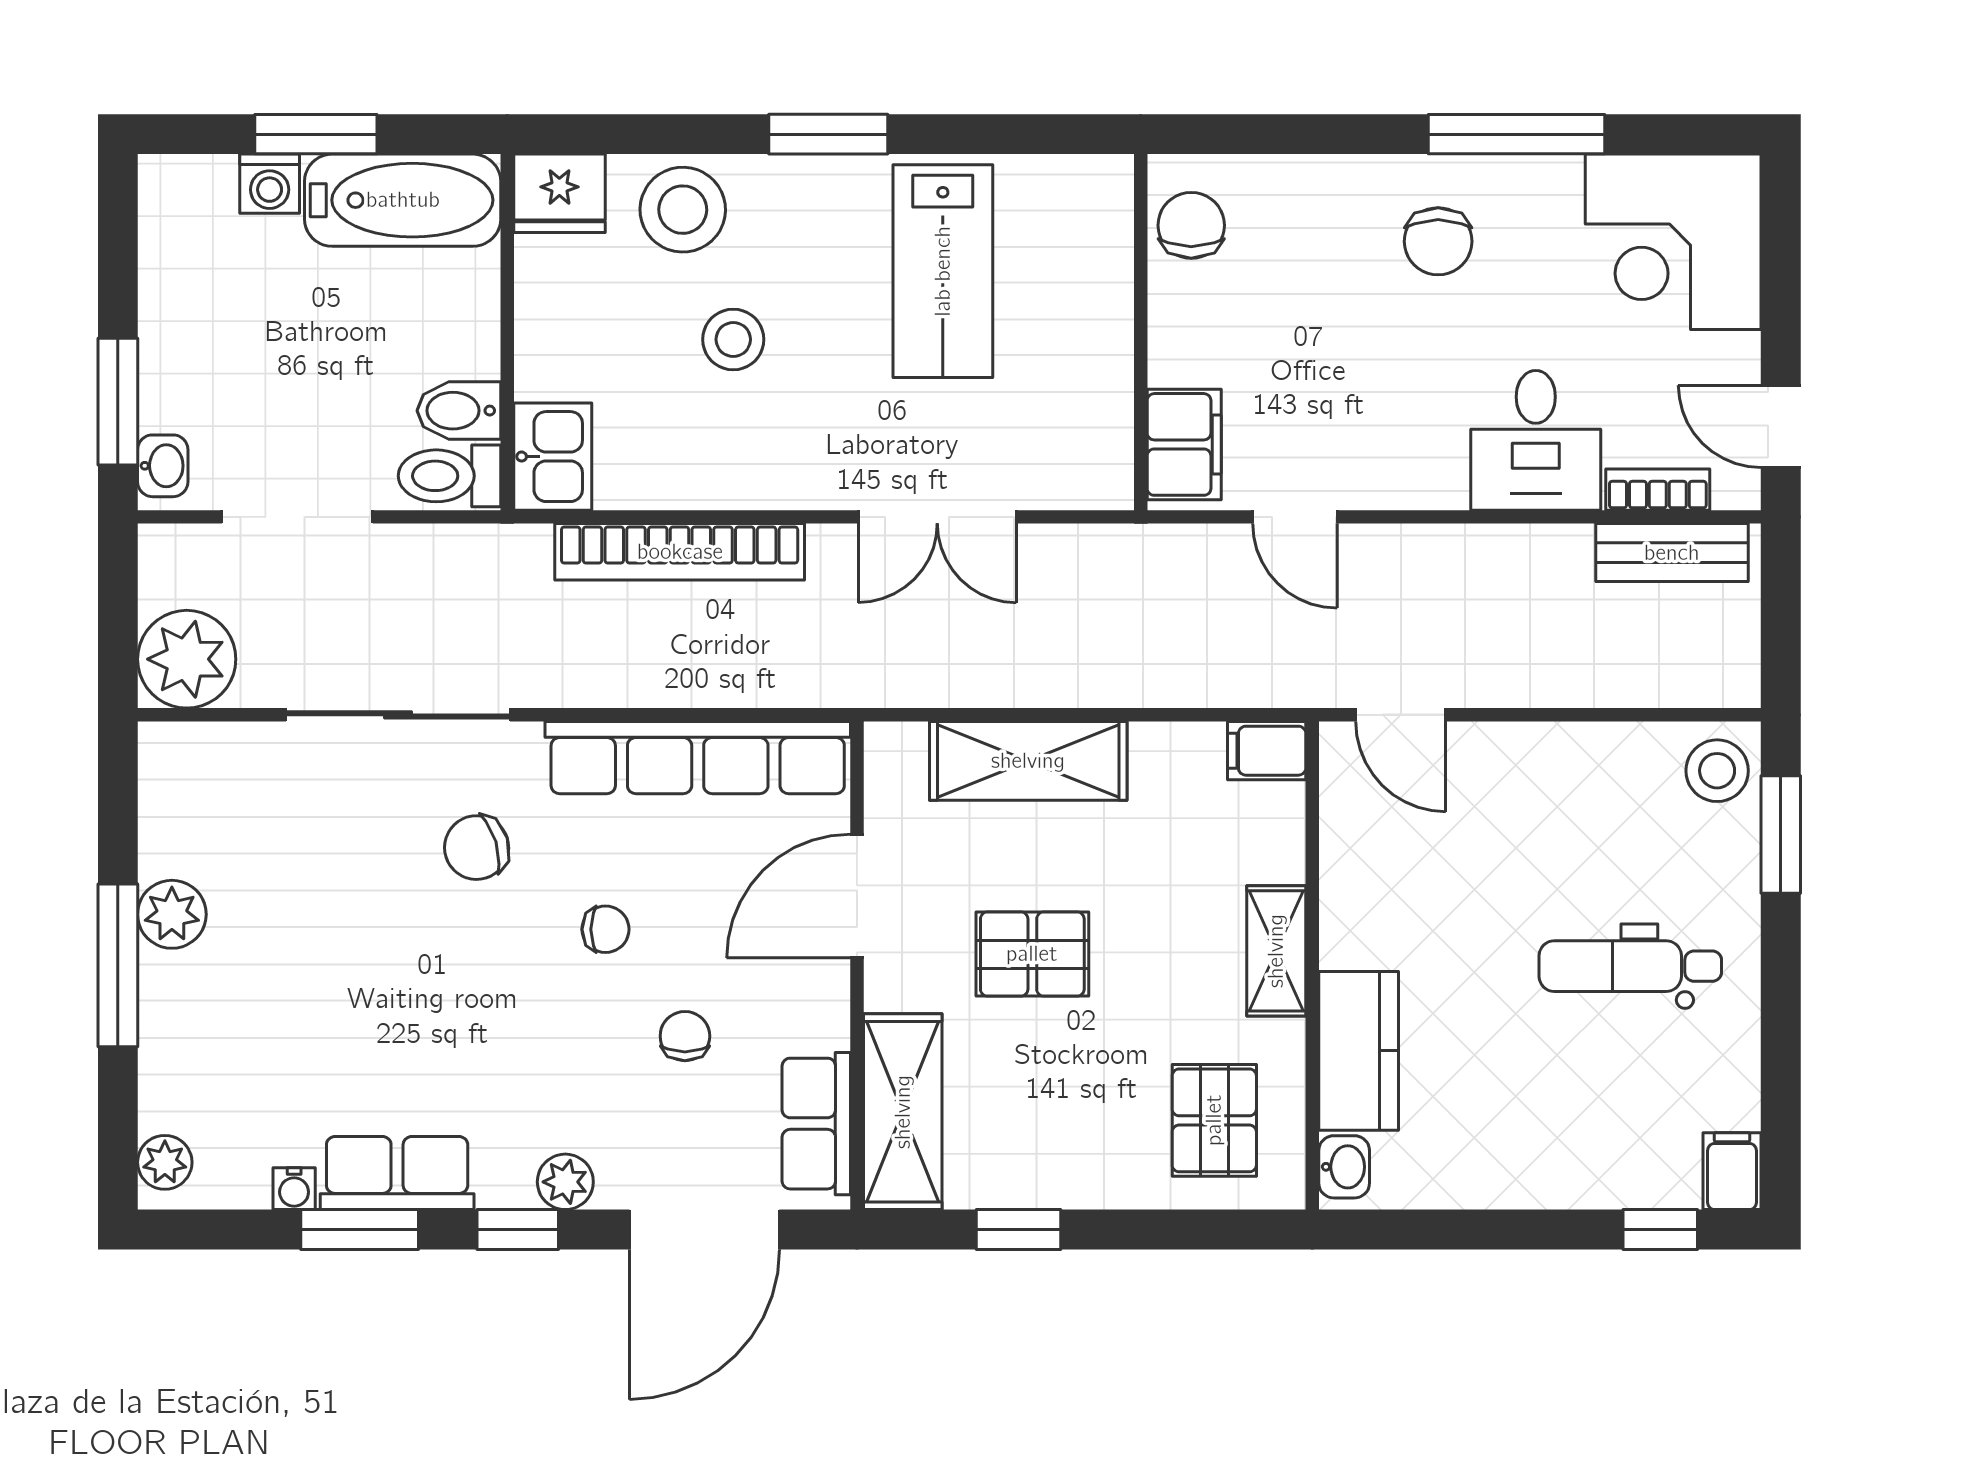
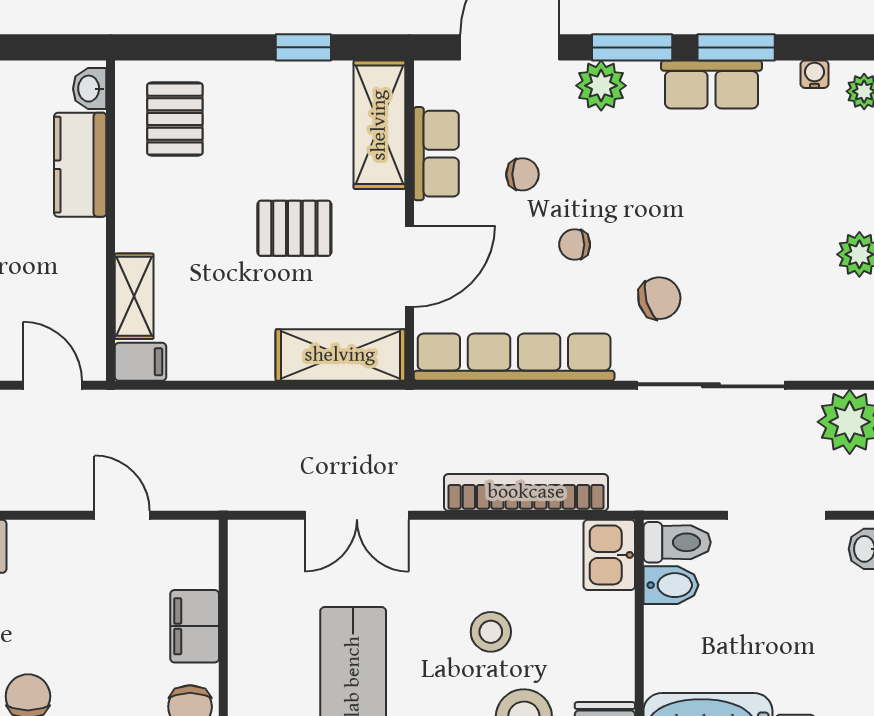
filing cabinet: (1184, 444) -> (195, 626), moved
double door: (937, 517) -> (357, 515), swing flipped
shelving: (1028, 761) -> (340, 355), moved
shelving: (1276, 951) -> (134, 296), moved
chair: (685, 1036) -> (522, 174), turned -90
row of seats: (816, 1124) -> (436, 154), moved
plant: (565, 1182) -> (601, 86), width x1.38, depth x1.38
water cooler: (294, 1189) -> (815, 74), moved
window: (518, 1230) -> (632, 47), width x1.50

